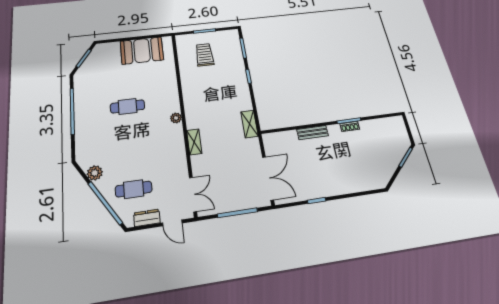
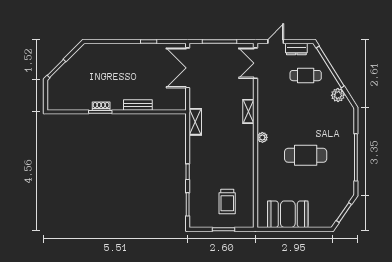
cafe table: (128, 106) -> (306, 155), width x1.37, depth x1.35
door: (172, 223) -> (276, 41), hinge flipped

